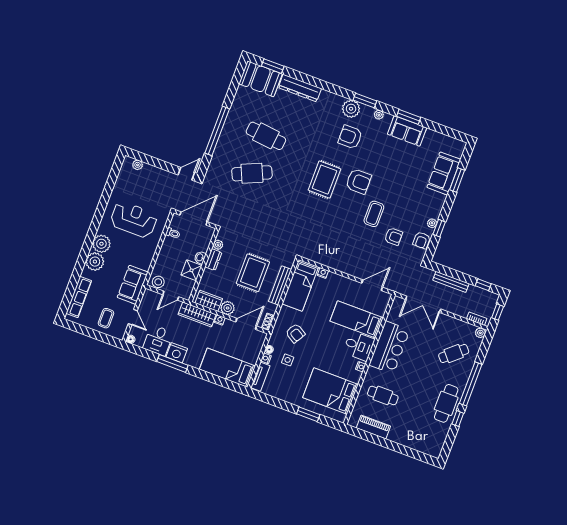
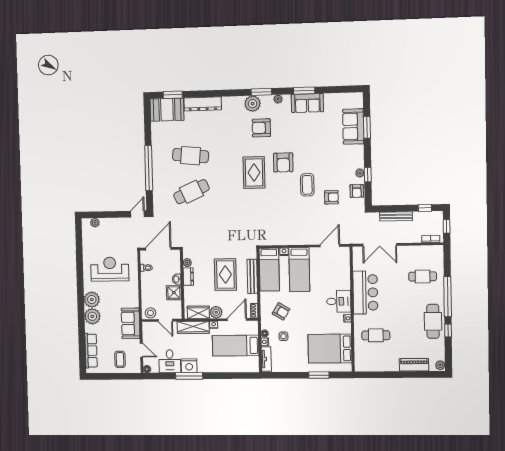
armchair: (358, 181) -> (283, 162), turned 90
door: (171, 296) -> (165, 320), hinge flipped
bed: (357, 319) -> (299, 270), moved, turned -90
plant: (480, 333) -> (440, 365), moved
cafe table: (454, 354) -> (423, 276), turned 41
bed: (227, 368) -> (235, 346), moved
piano: (373, 427) -> (414, 365), moved

